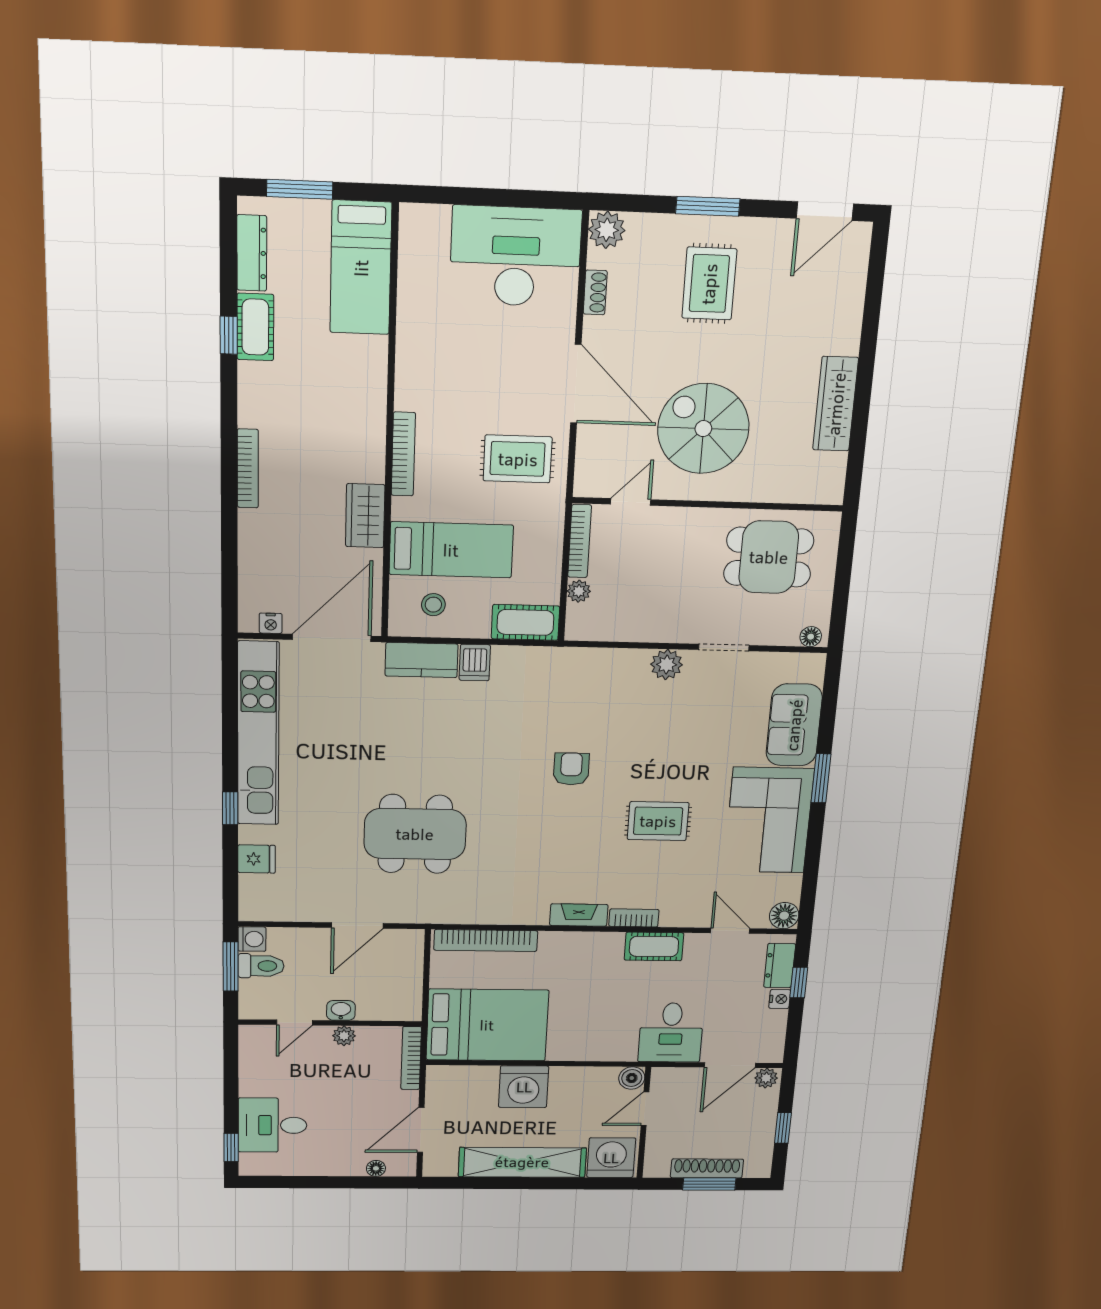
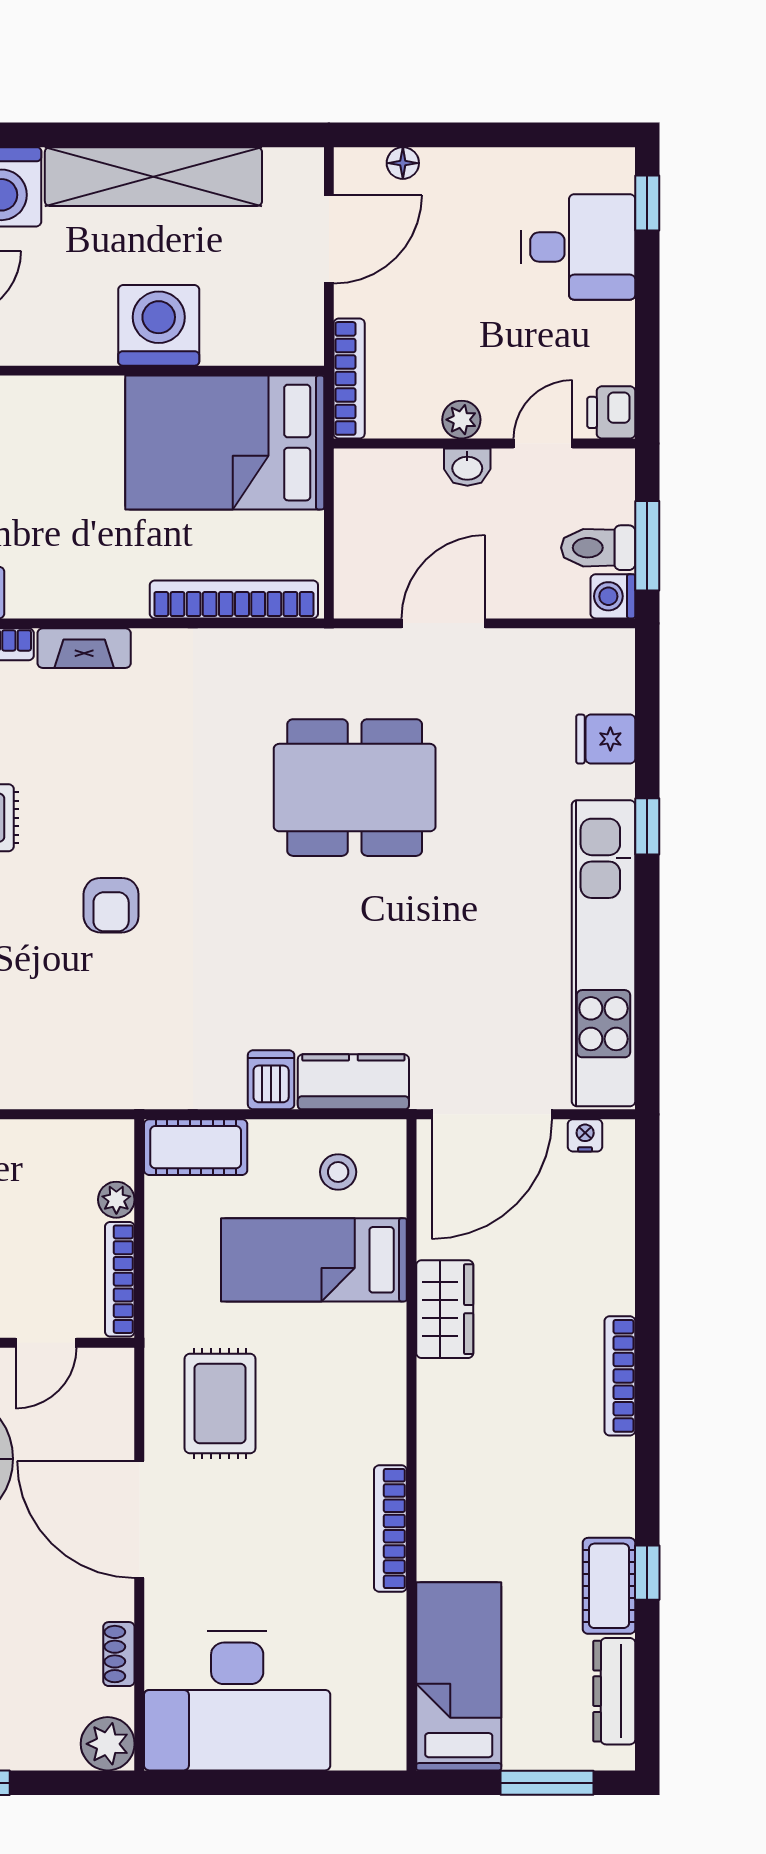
bookcase: (403, 454) -> (390, 1529), moved
rug: (518, 459) -> (220, 1404), turned 90
printer: (253, 1039) -> (611, 412), added

